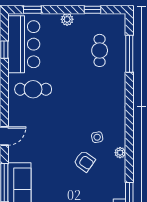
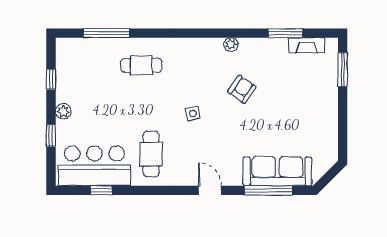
window: (32, 10) -> (51, 135), moved
cafe table: (100, 50) -> (141, 65), moved
side table: (97, 137) -> (193, 114), moved

